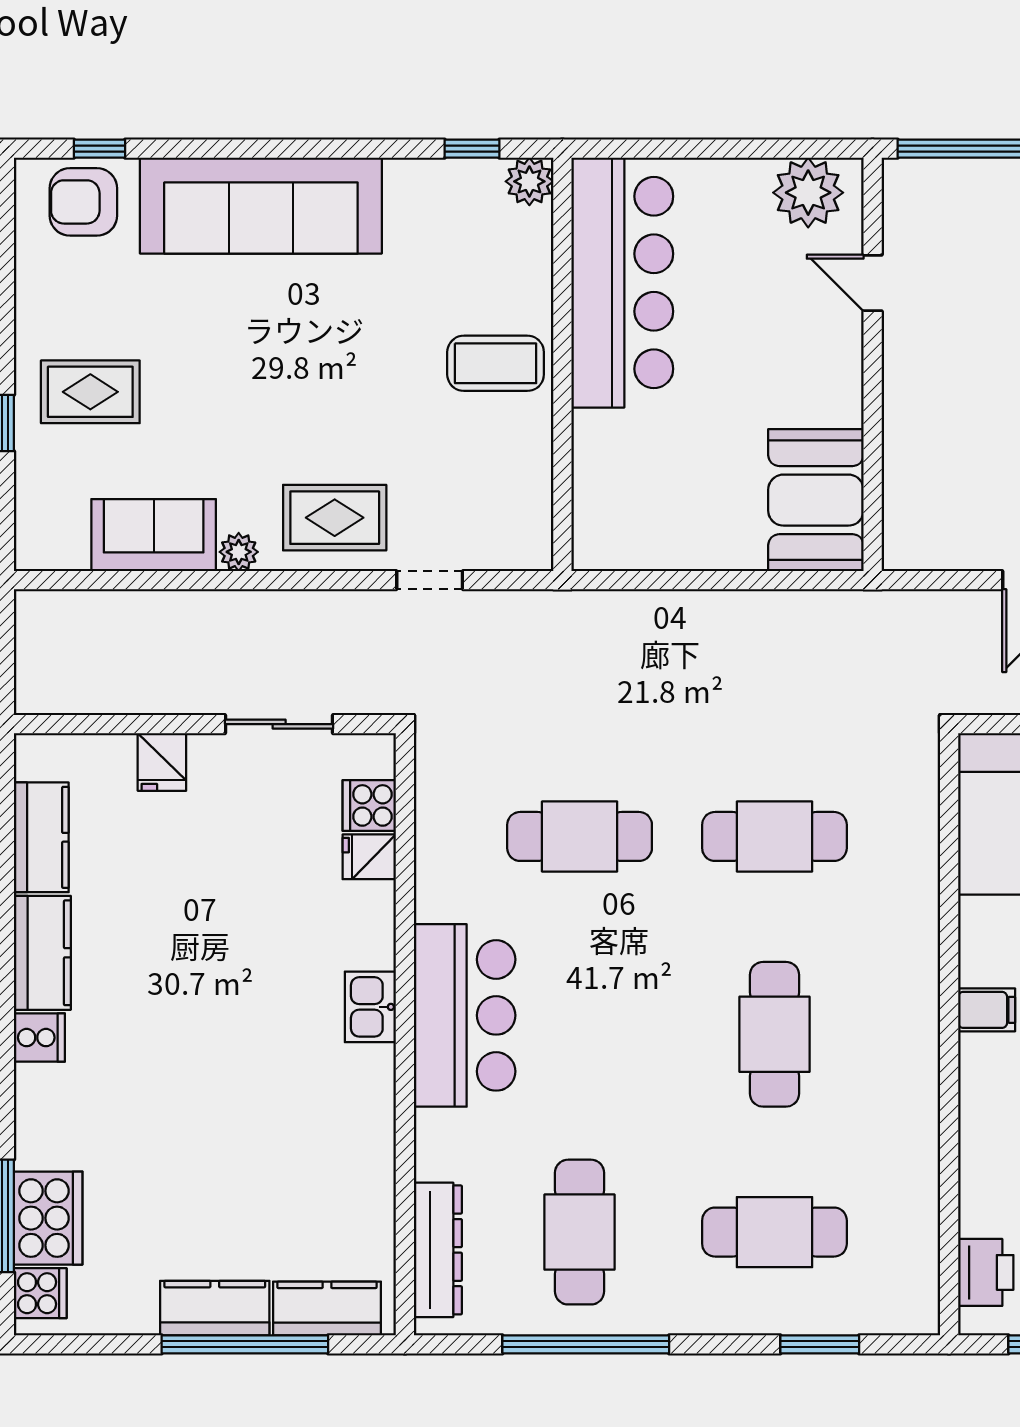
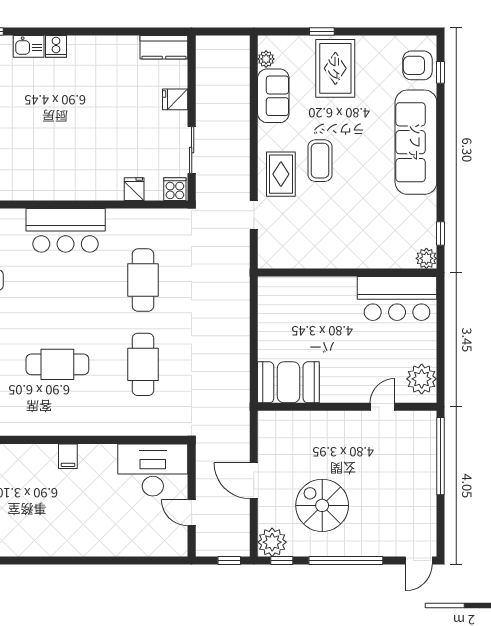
armchair: (83, 202) -> (417, 65), turned -90
bar counter: (622, 283) -> (397, 299), width x0.73
coffee table: (496, 363) -> (320, 161), moved
rug: (90, 392) -> (335, 68), width x1.36, depth x1.43
plant: (239, 552) -> (266, 59), moved
cooker: (369, 805) -> (175, 189), moved
kitchen counter: (41, 837) -> (164, 47), moved
kitchen counter: (42, 953) -> (93, 48), removed
kitchen sink: (370, 1007) -> (29, 46), moved, turned 180

